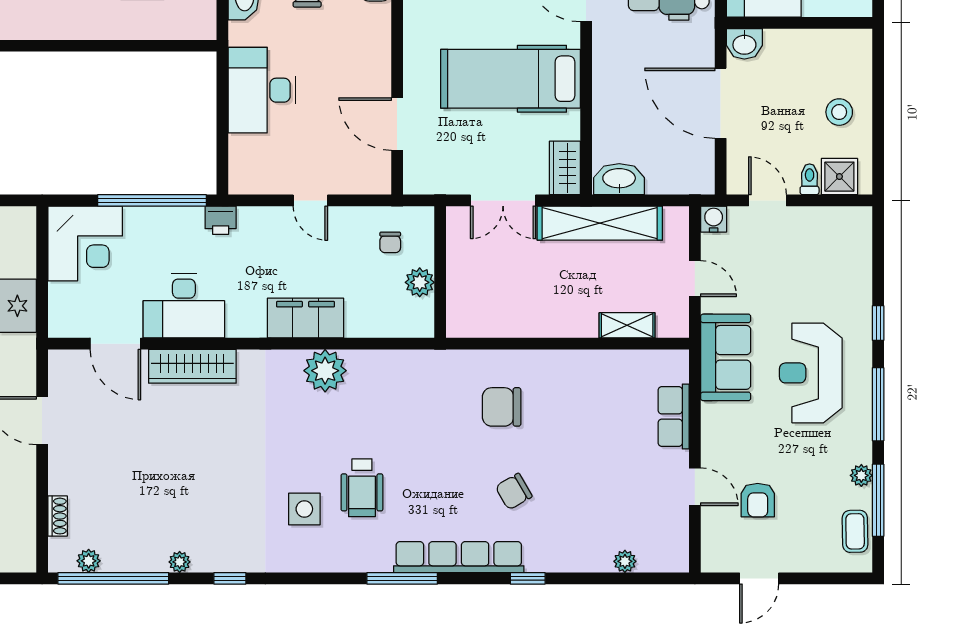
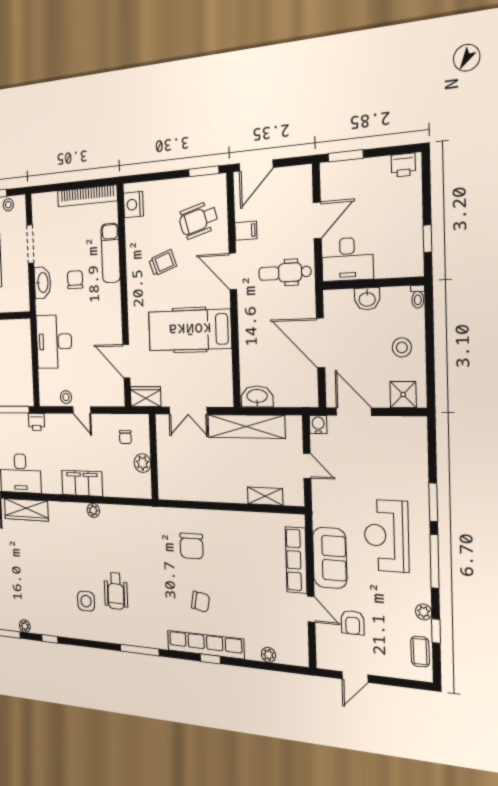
washbasin: (744, 44) -> (367, 299), moved
wardrobe: (565, 168) -> (146, 397), moved, turned 90
toilet: (810, 179) -> (418, 297), moved, turned 180
stool: (281, 180) -> (66, 397), added
door: (768, 200) -> (354, 412), width x1.37
window: (878, 323) -> (433, 502), width x1.50
sofa: (726, 357) -> (330, 558), moved
plant: (325, 371) -> (93, 510), width x0.53, depth x0.53
chair: (502, 407) -> (192, 546), turned -90
row of seats: (674, 417) -> (296, 560), width x1.48
chair: (514, 491) -> (200, 602), turned -140
window: (878, 500) -> (436, 631), width x0.46
row of seats: (459, 557) -> (205, 645), moved

